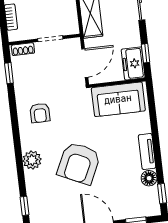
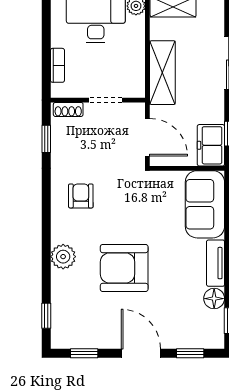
door: (85, 63) -> (147, 137), hinge flipped
sofa: (118, 99) -> (205, 204), moved, turned 90
armchair: (40, 113) -> (81, 196), turned 180
armchair: (79, 163) -> (124, 268), turned 65

